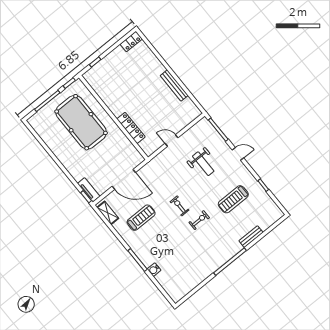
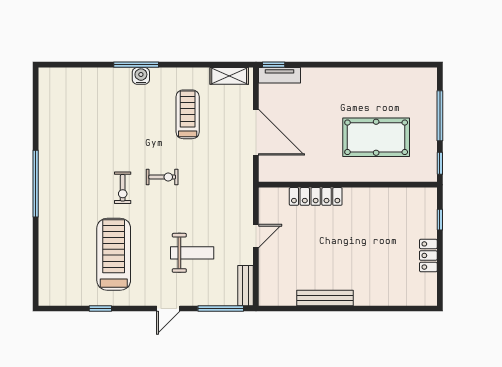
locker: (131, 41) -> (428, 255), moved
pool table: (81, 122) -> (376, 137), width x0.73, depth x0.76
weight bench: (203, 164) -> (192, 253), turned 180
door: (124, 179) -> (256, 132), swing flipped
treadmill: (233, 199) -> (114, 254), width x1.37, depth x1.38
treadmill: (141, 218) -> (188, 114), turned 180
bench: (251, 237) -> (245, 286), moved
water cooler: (154, 270) -> (141, 76), moved

